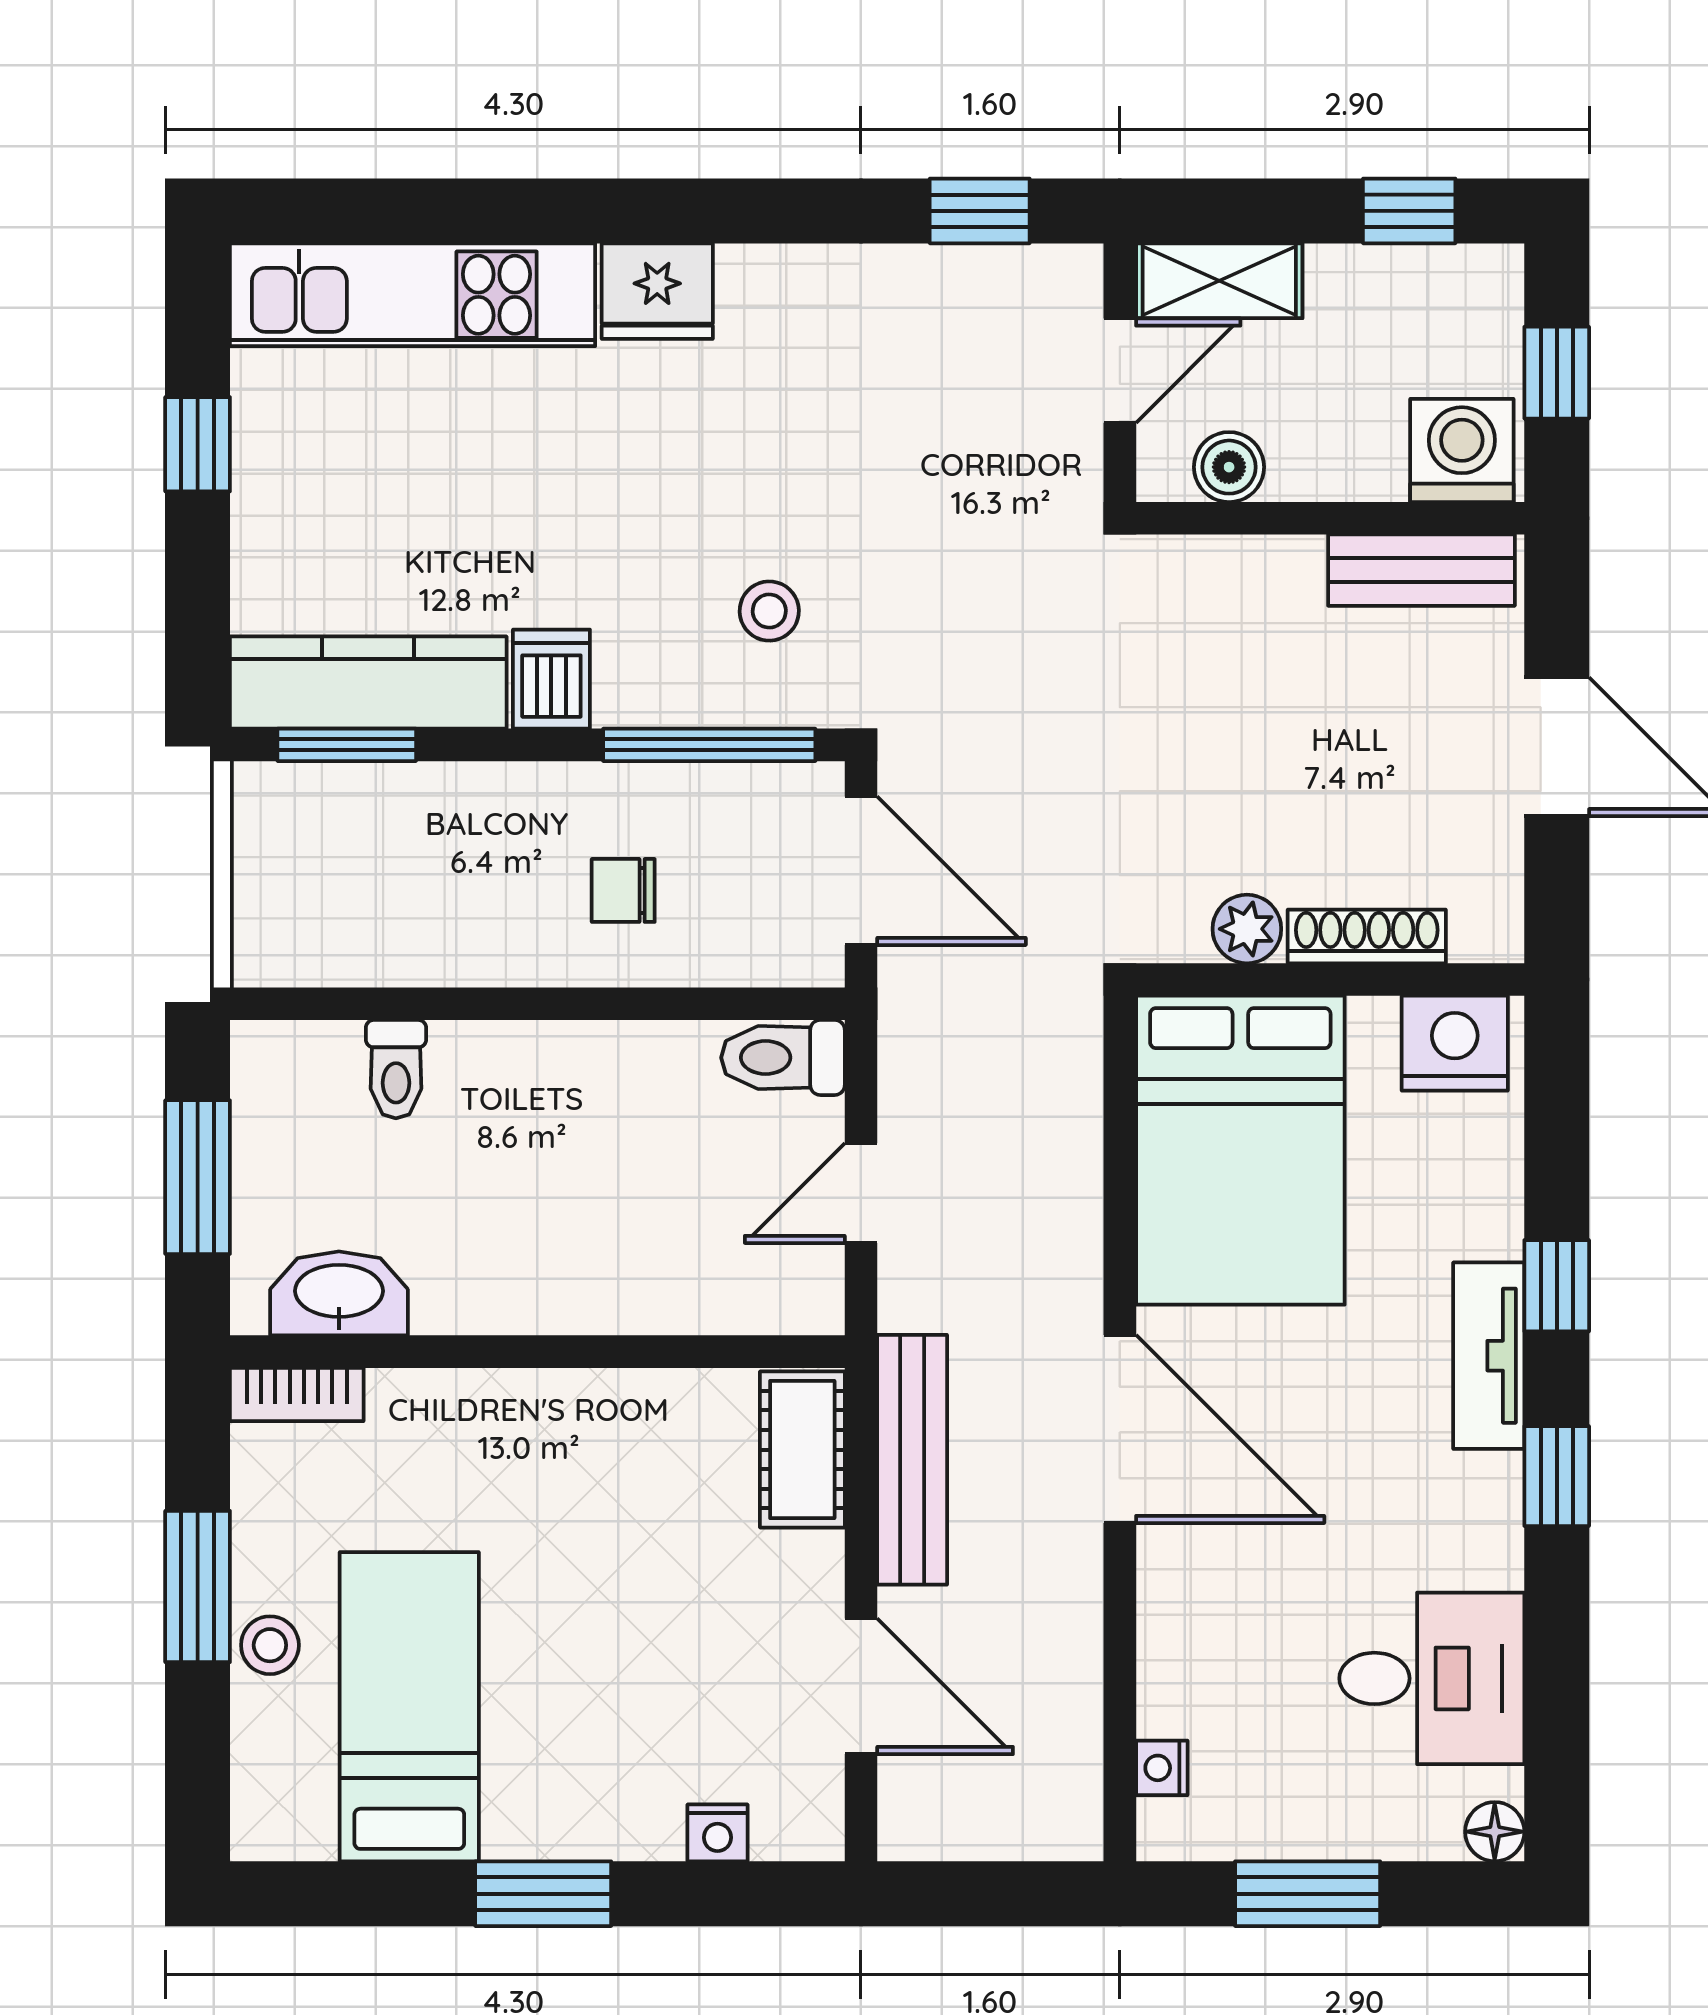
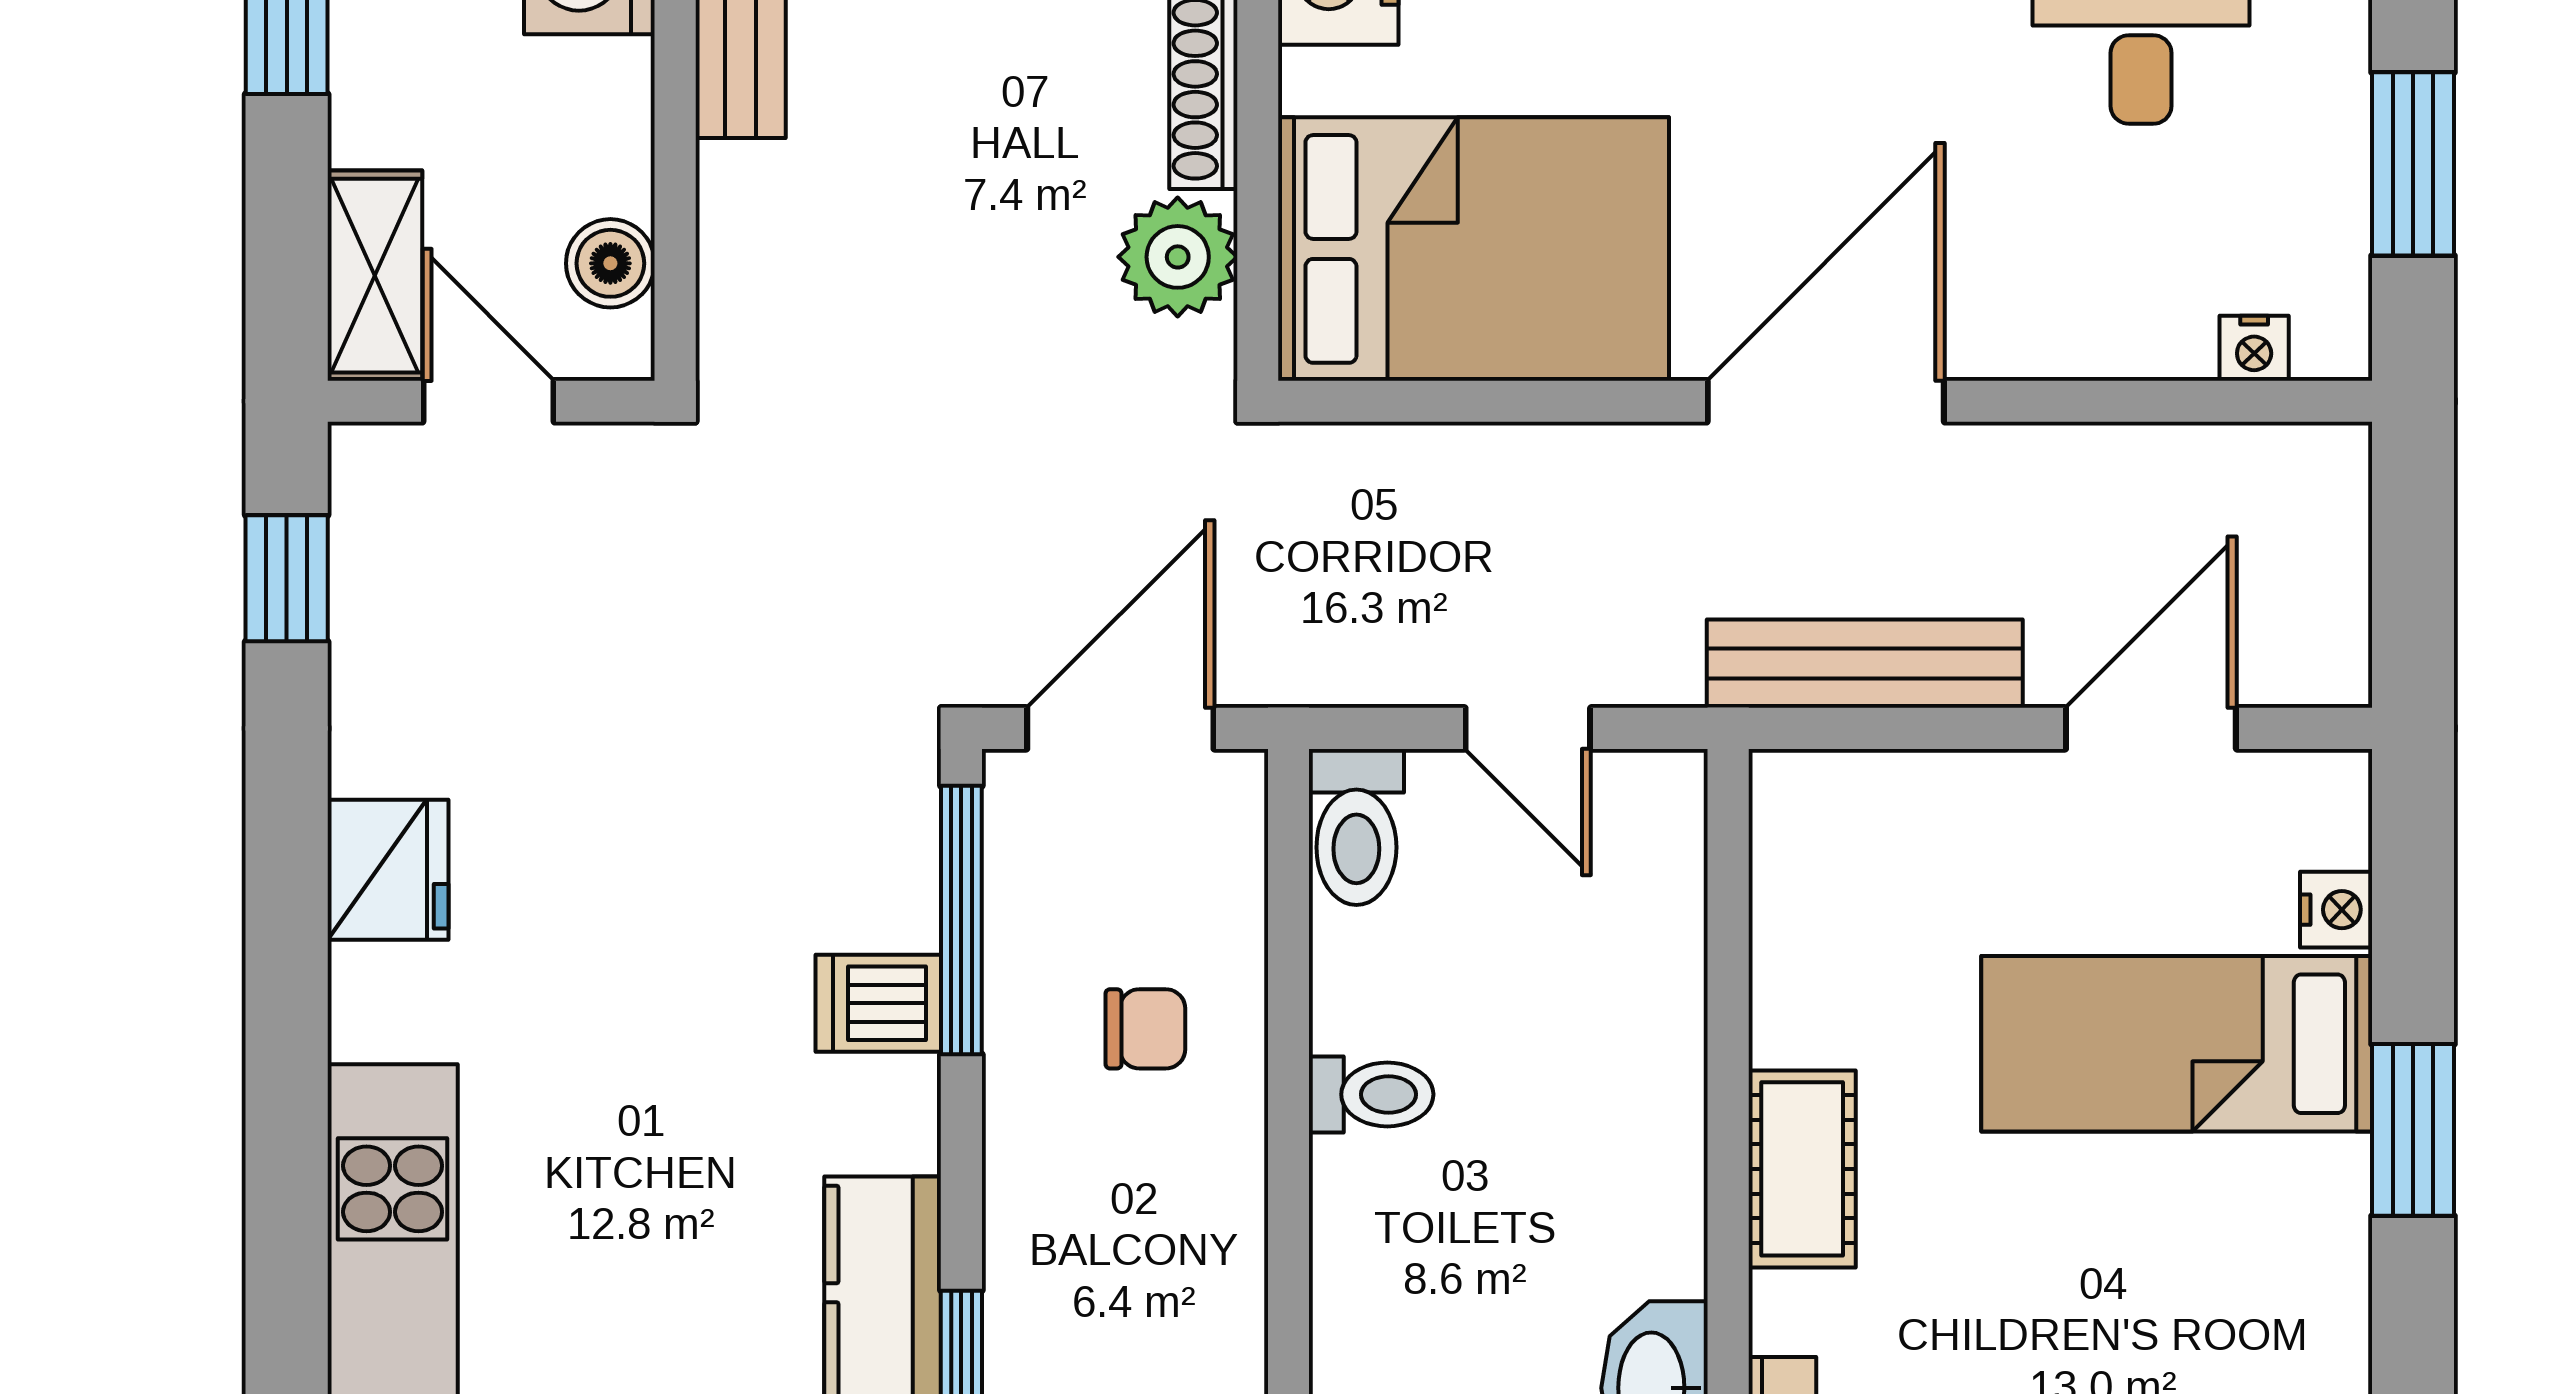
fridge: (657, 291) -> (388, 870), moved
stool: (769, 611) -> (792, 844), removed
dishwasher: (551, 679) -> (878, 1003), moved
chair: (623, 890) -> (1145, 1029), turned -90
plant: (1247, 929) -> (1178, 257), width x1.38, depth x1.38
toilet: (396, 1069) -> (1371, 1094), moved
cot: (802, 1450) -> (1802, 1169), moved, turned 90
bed: (409, 1707) -> (2177, 1044), moved

